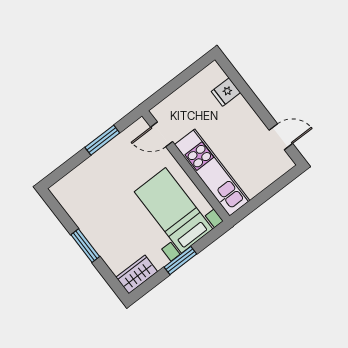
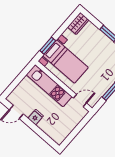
fridge: (226, 92) -> (36, 117), moved
window: (180, 260) -> (48, 46), moved

